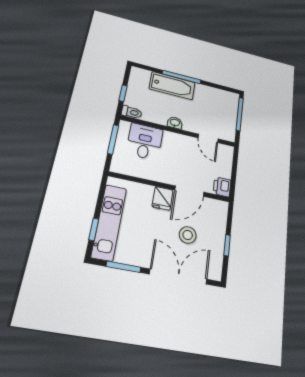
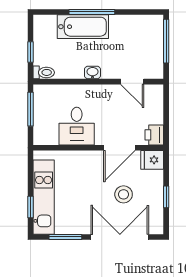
desk: (145, 142) -> (77, 126), moved, turned 180
fridge: (163, 198) -> (152, 160), moved, turned 90

